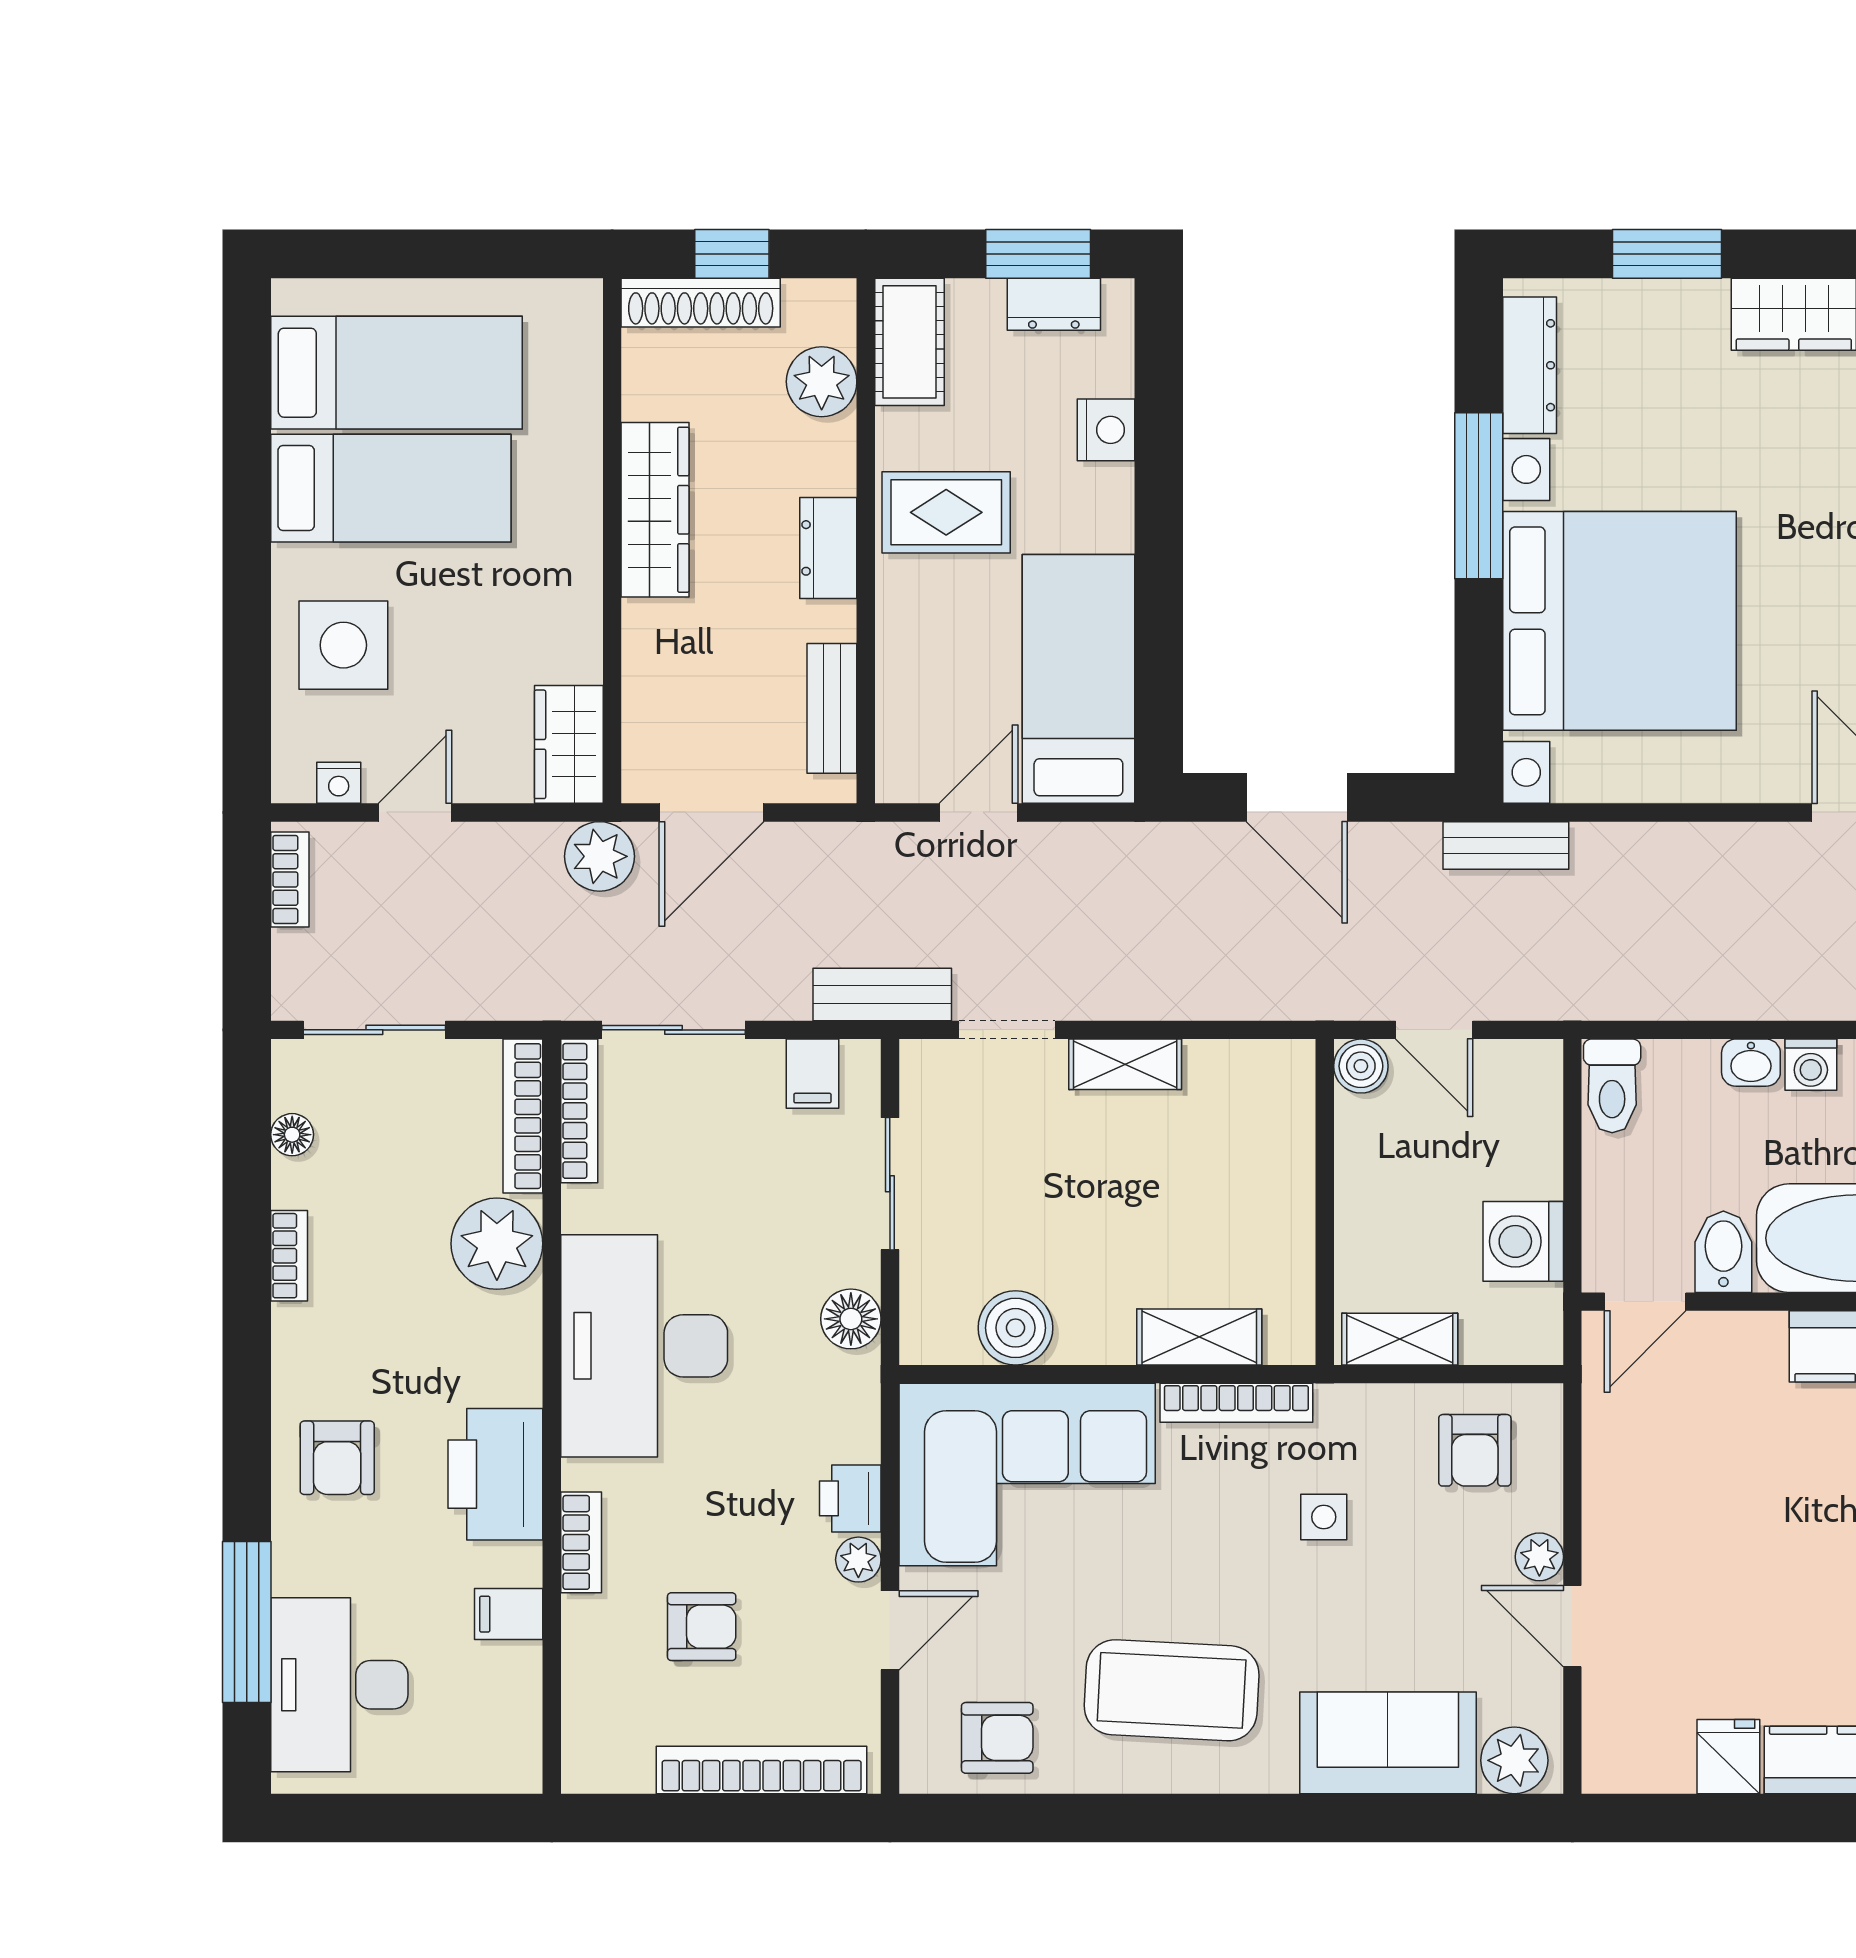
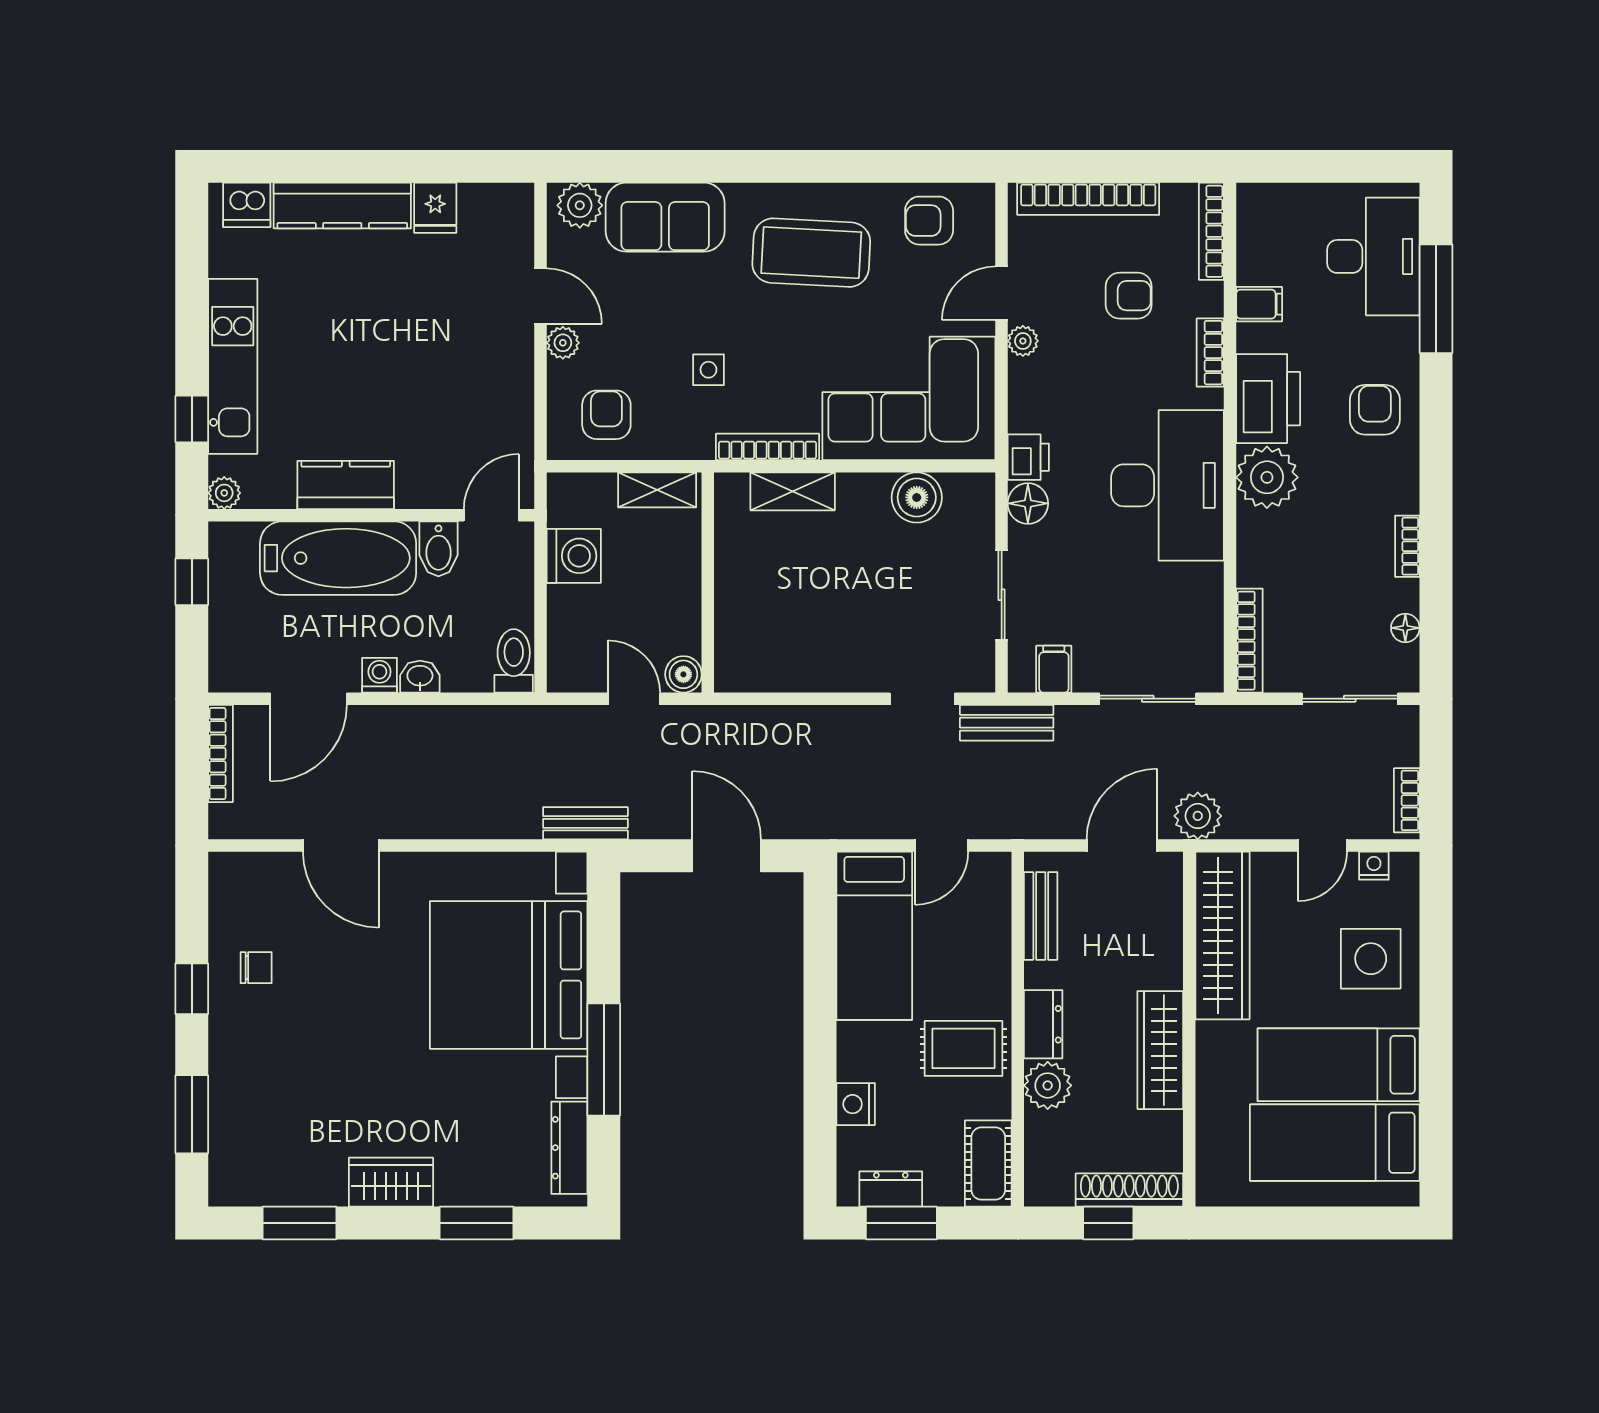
plant: (822, 382) -> (1048, 1085), moved
wardrobe: (569, 744) -> (1222, 936), width x2.10, depth x1.17
shelving: (1125, 1064) -> (843, 676), removed
bookcase: (579, 1111) -> (1211, 231), moved
plant: (497, 1244) -> (1267, 477), moved
printer: (850, 1498) -> (1028, 457), moved
armchair: (702, 1627) -> (1129, 296), turned 180

